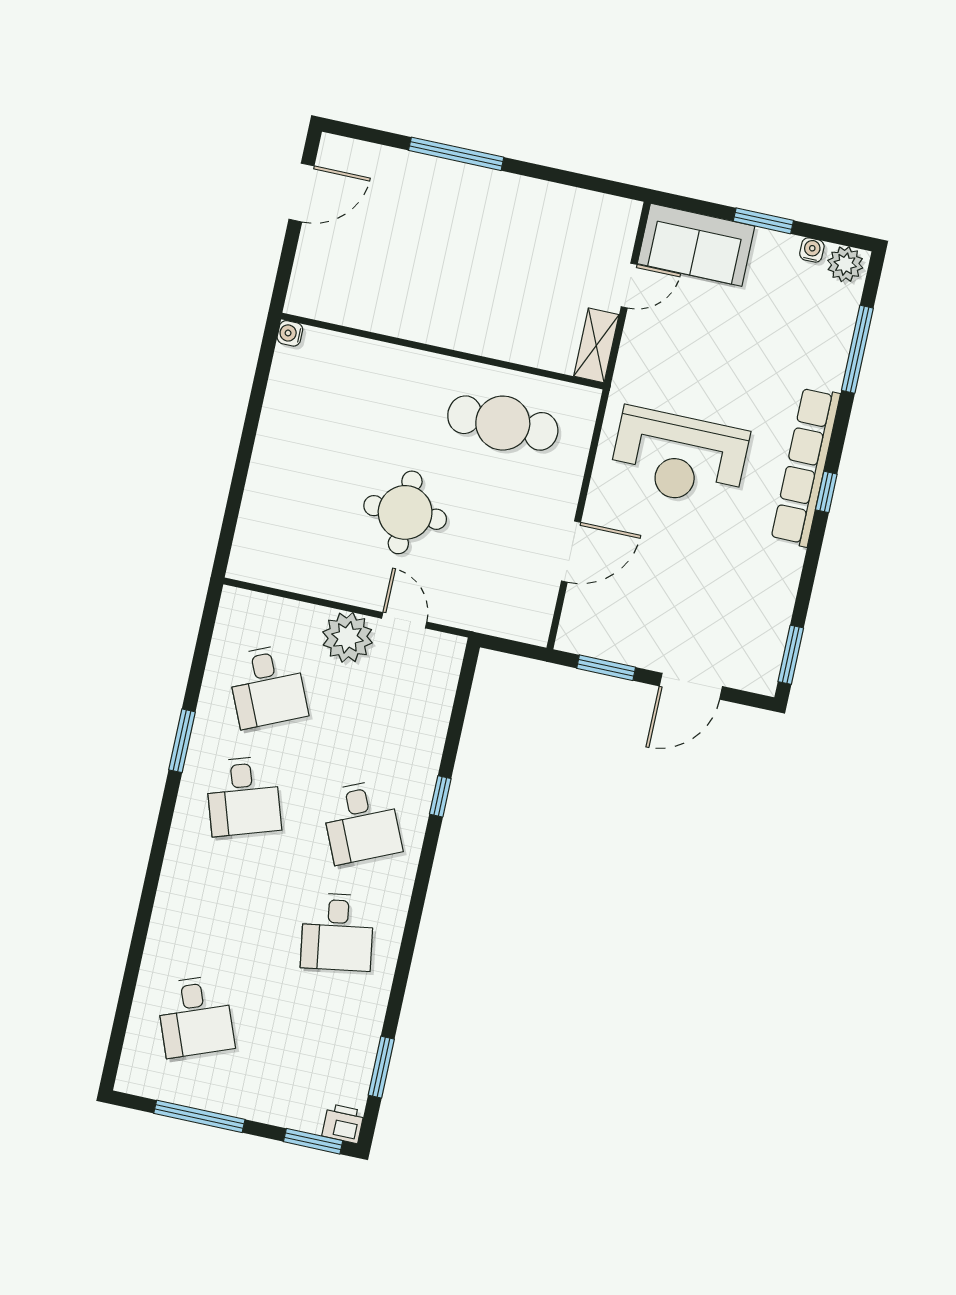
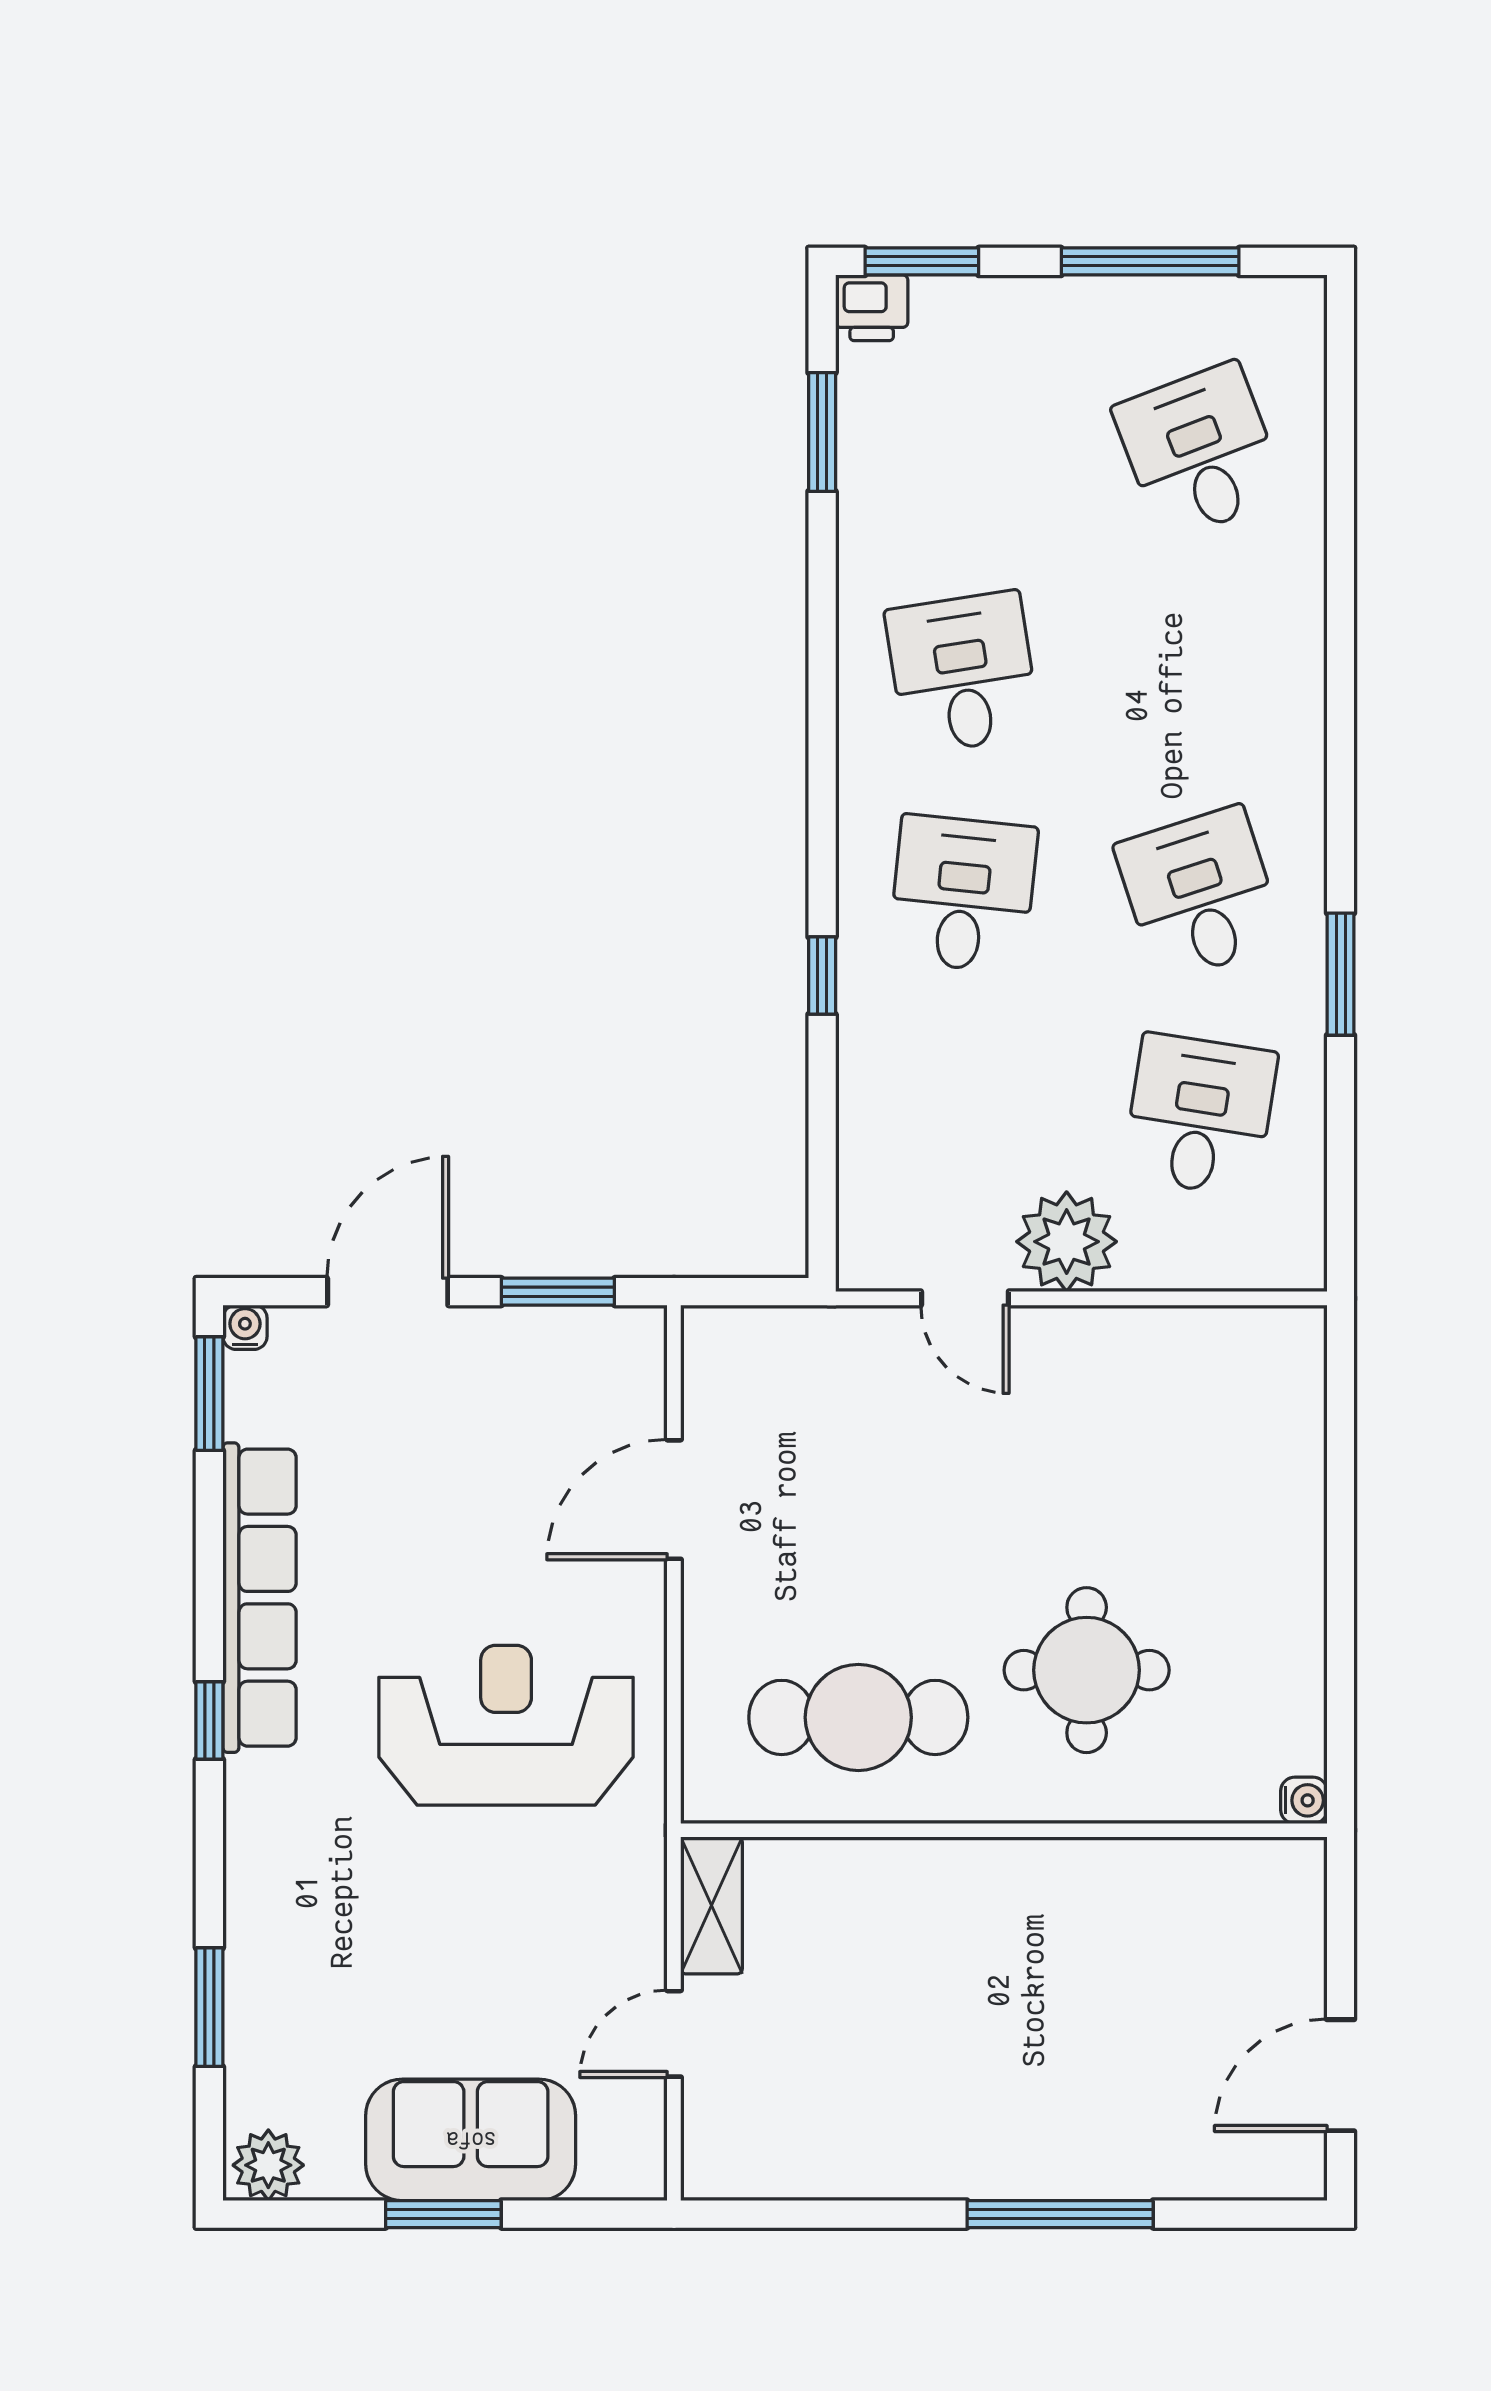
sofa: (696, 245) -> (471, 2140), moved
water cooler: (812, 250) -> (245, 1327), moved, turned 180
window: (857, 349) -> (209, 2007), width x0.69
row of seats: (806, 467) -> (259, 1598), moved
round table: (405, 512) -> (1087, 1670), moved
desk: (267, 686) -> (1200, 1115), turned 33
desk: (361, 822) -> (963, 894), turned 30

